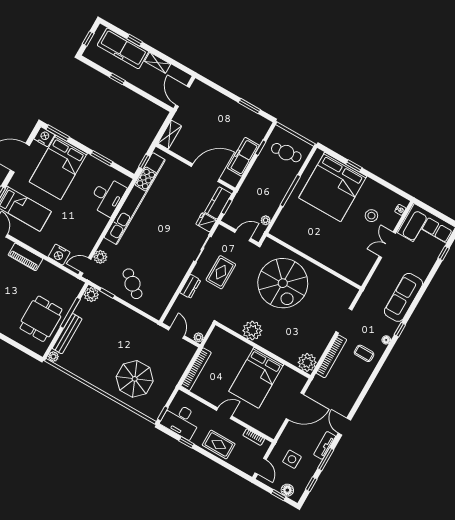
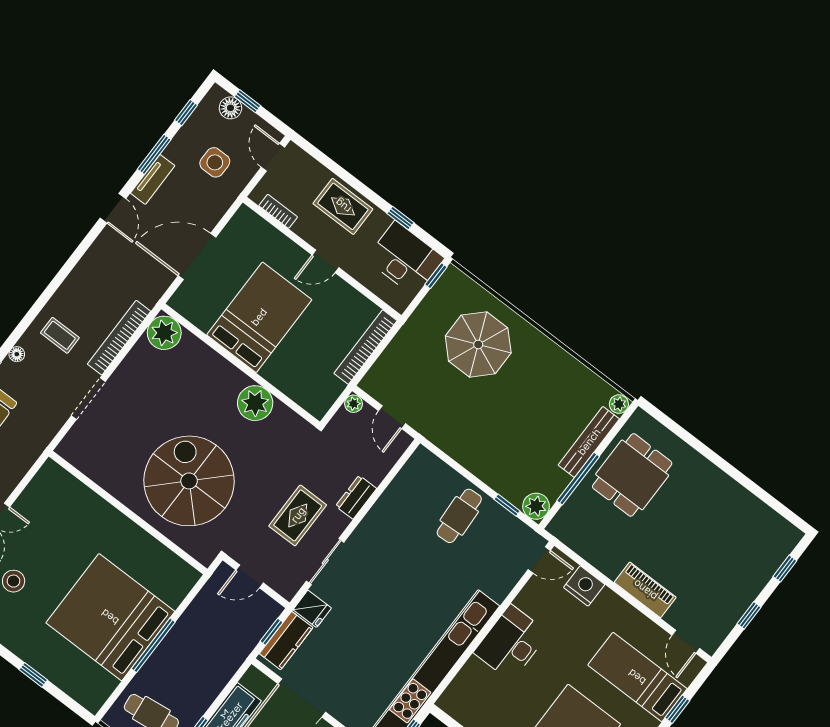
bed: (333, 187) -> (110, 617), moved, turned -90
desk: (107, 196) -> (511, 643), moved
plant: (266, 220) -> (205, 598), removed
plant: (100, 257) -> (511, 572), removed
cafe table: (133, 284) -> (459, 516), turned 49

